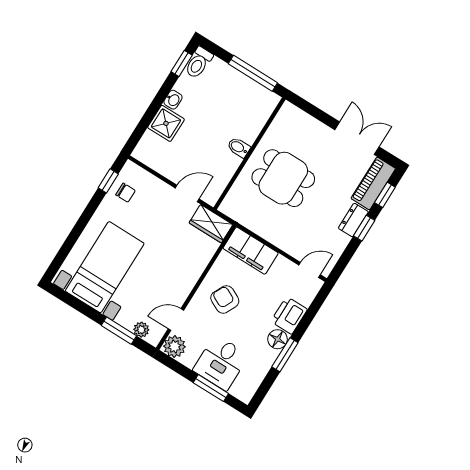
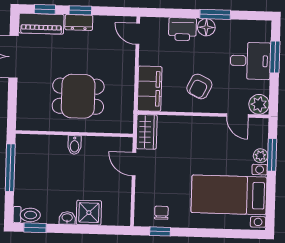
dining table: (283, 178) -> (78, 96), turned 90
plant: (141, 330) -> (260, 156), moved

